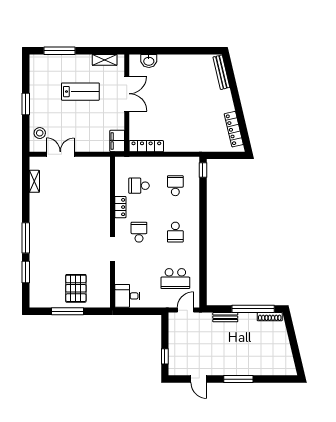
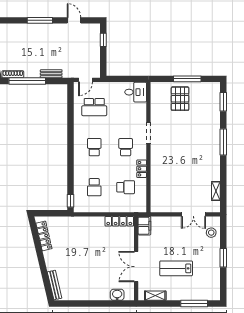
school desk: (139, 232) -> (126, 147), turned 180
window: (26, 272) -> (223, 102), moved
school desk: (175, 279) -> (94, 107), turned 180

